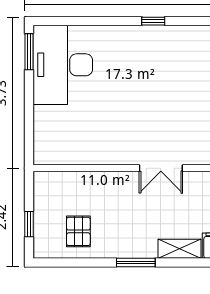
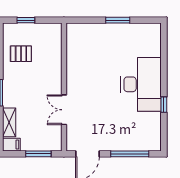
window: (29, 52) -> (118, 20), moved
desk: (63, 65) -> (141, 84), moved, turned 90

